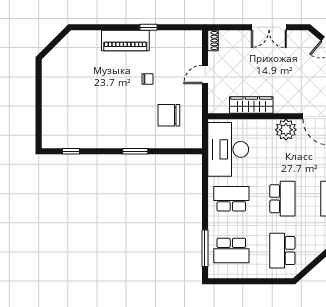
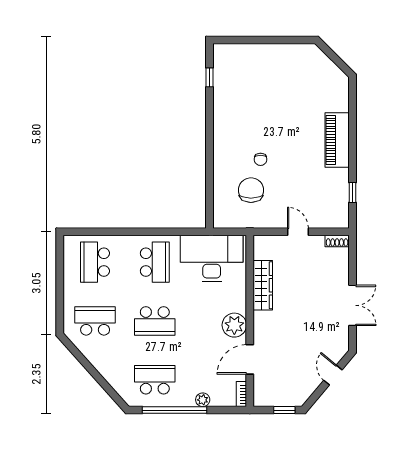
window: (149, 27) -> (352, 193), moved
double door: (269, 27) -> (352, 305), swing flipped
chair: (148, 79) -> (261, 159), moved
window: (135, 151) -> (209, 151), removed
window: (205, 248) -> (98, 232), removed

